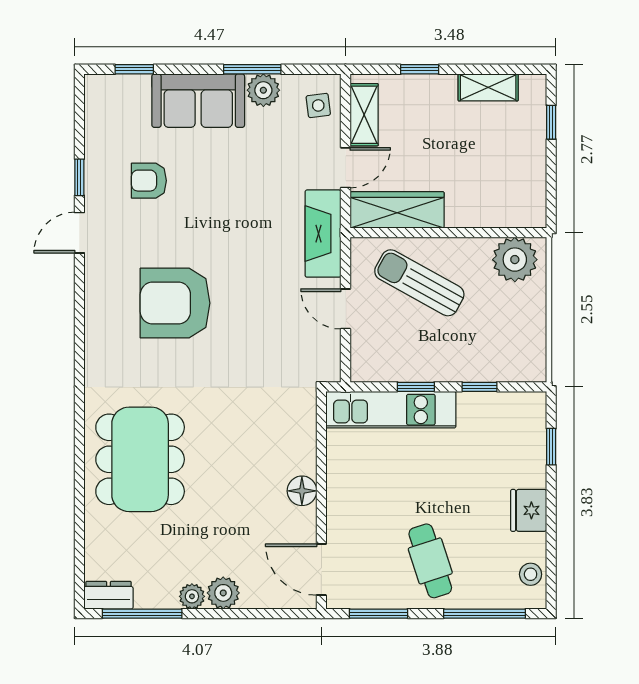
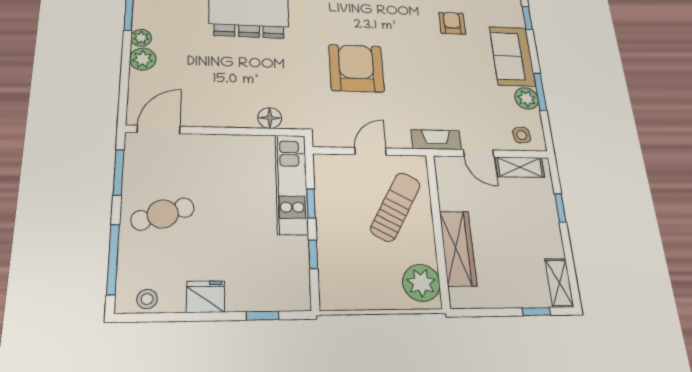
shelving: (488, 87) -> (559, 283), moved
wardrobe: (397, 210) -> (458, 248), moved
fireplace: (323, 234) -> (436, 140), width x0.73, depth x0.76
armchair: (175, 303) -> (356, 68), moved
floor lamp: (302, 491) -> (270, 118), moved

